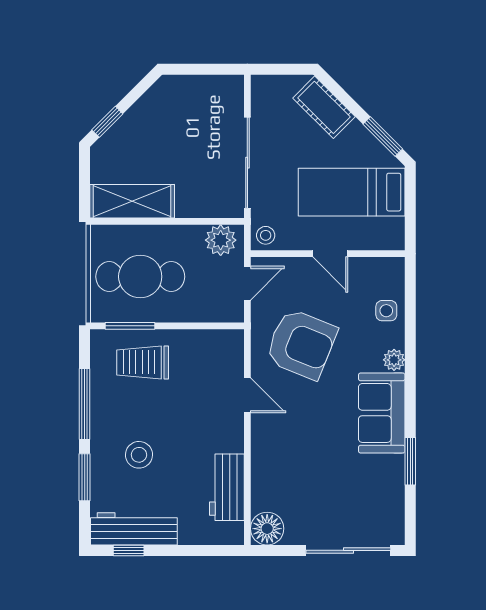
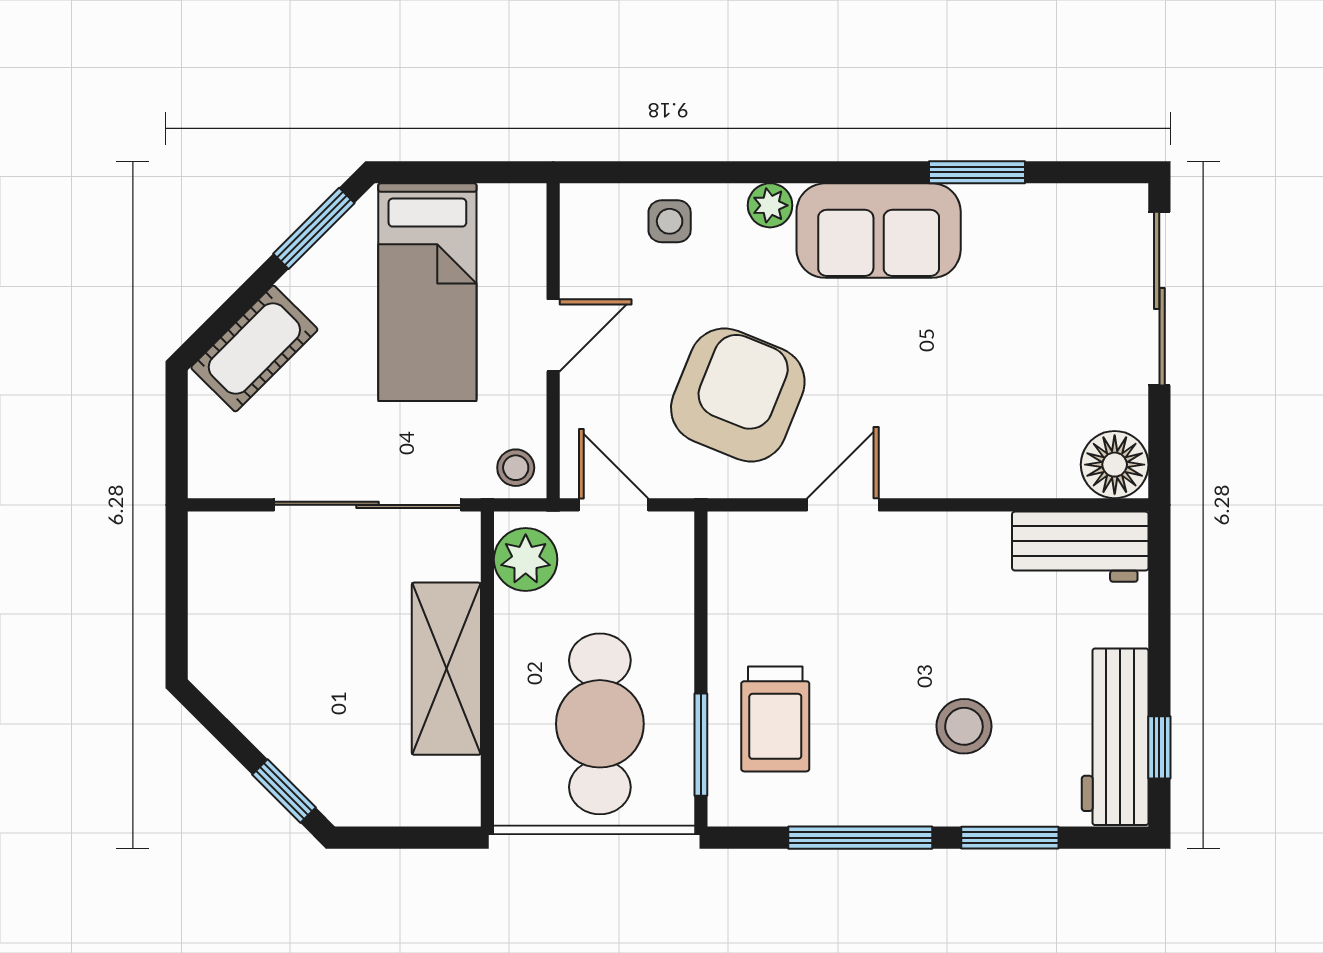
shelving: (132, 201) -> (446, 669), moved
workbench: (227, 487) -> (1080, 547), moved

